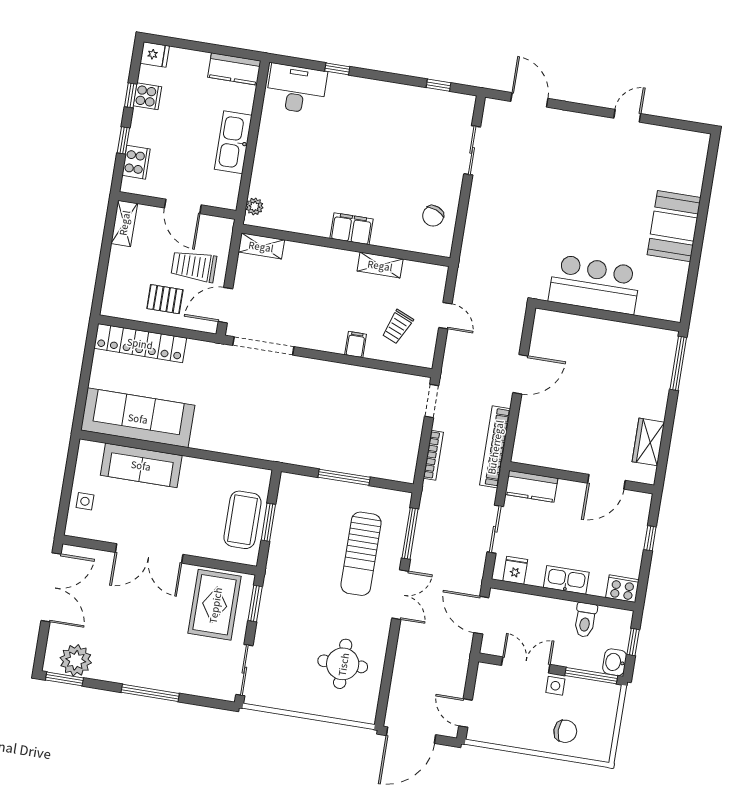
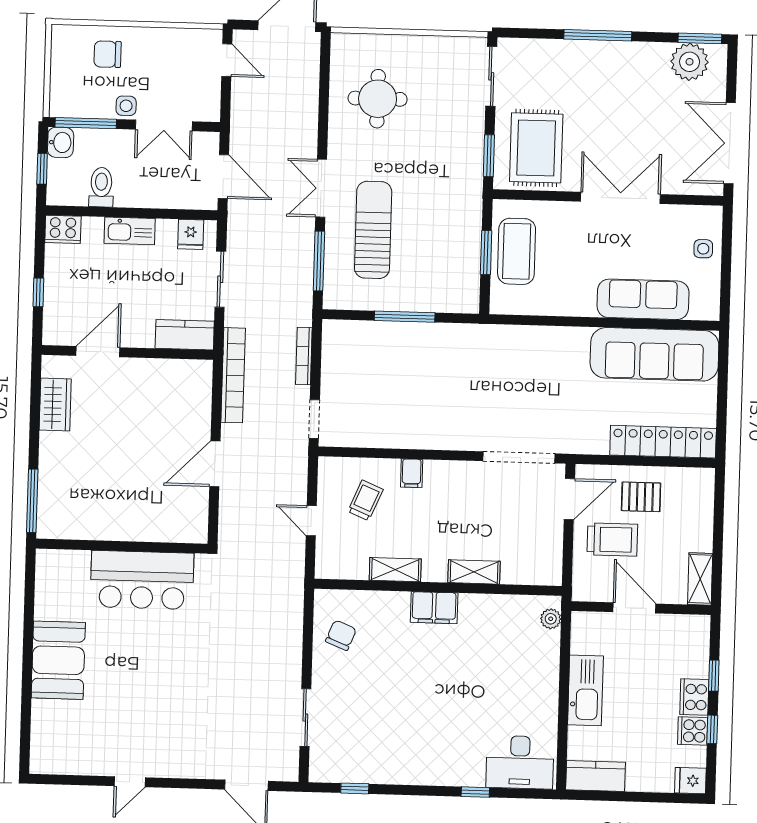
cooker: (136, 162) -> (694, 697), moved
shelving: (261, 246) -> (474, 572), moved

